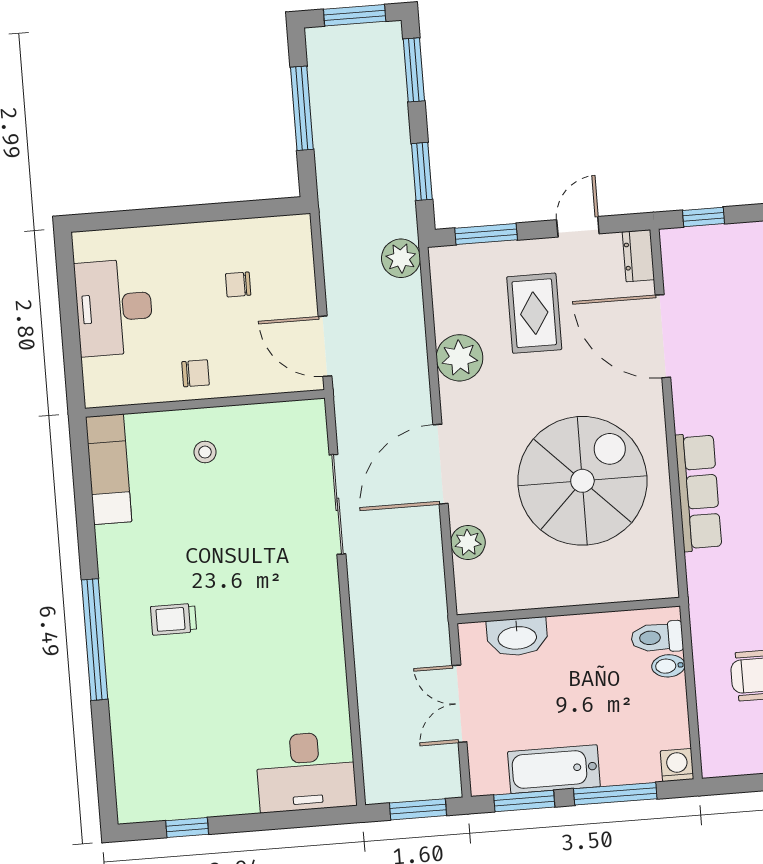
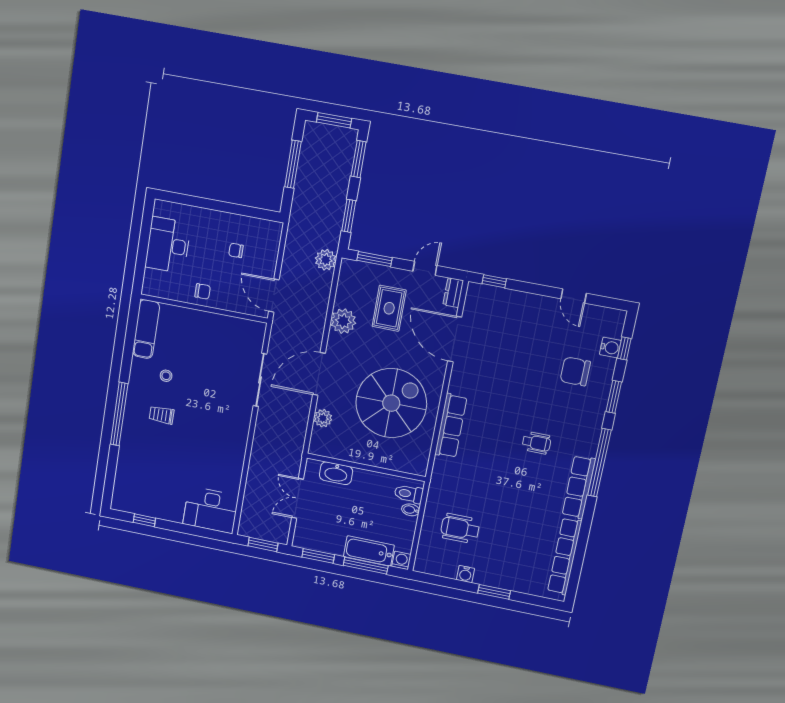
stool: (205, 452) -> (166, 376), moved
bathtub: (554, 769) -> (369, 551), moved

